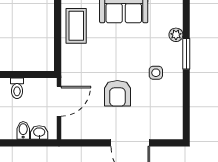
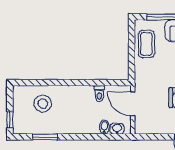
door: (59, 101) -> (133, 104), swing flipped

